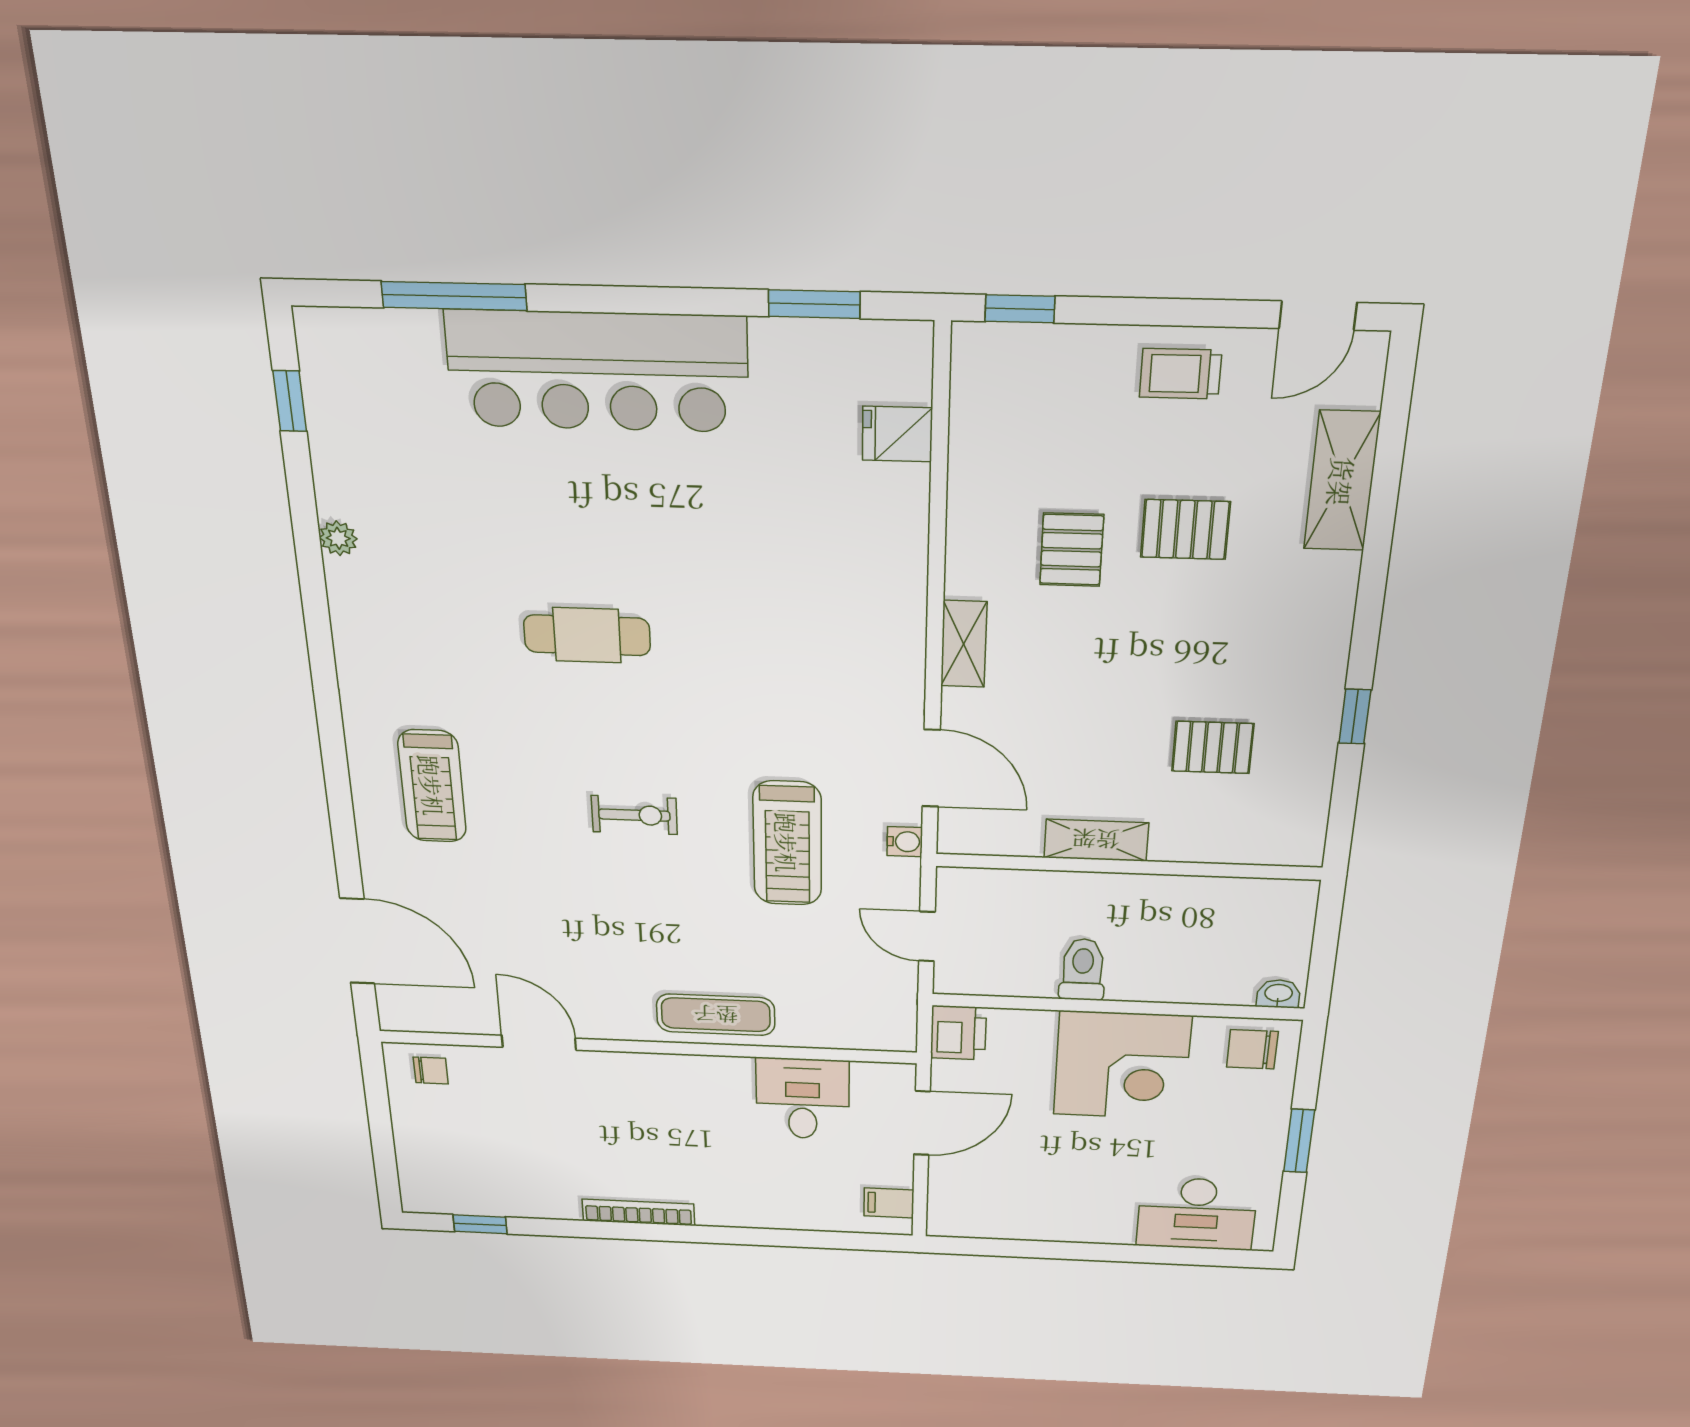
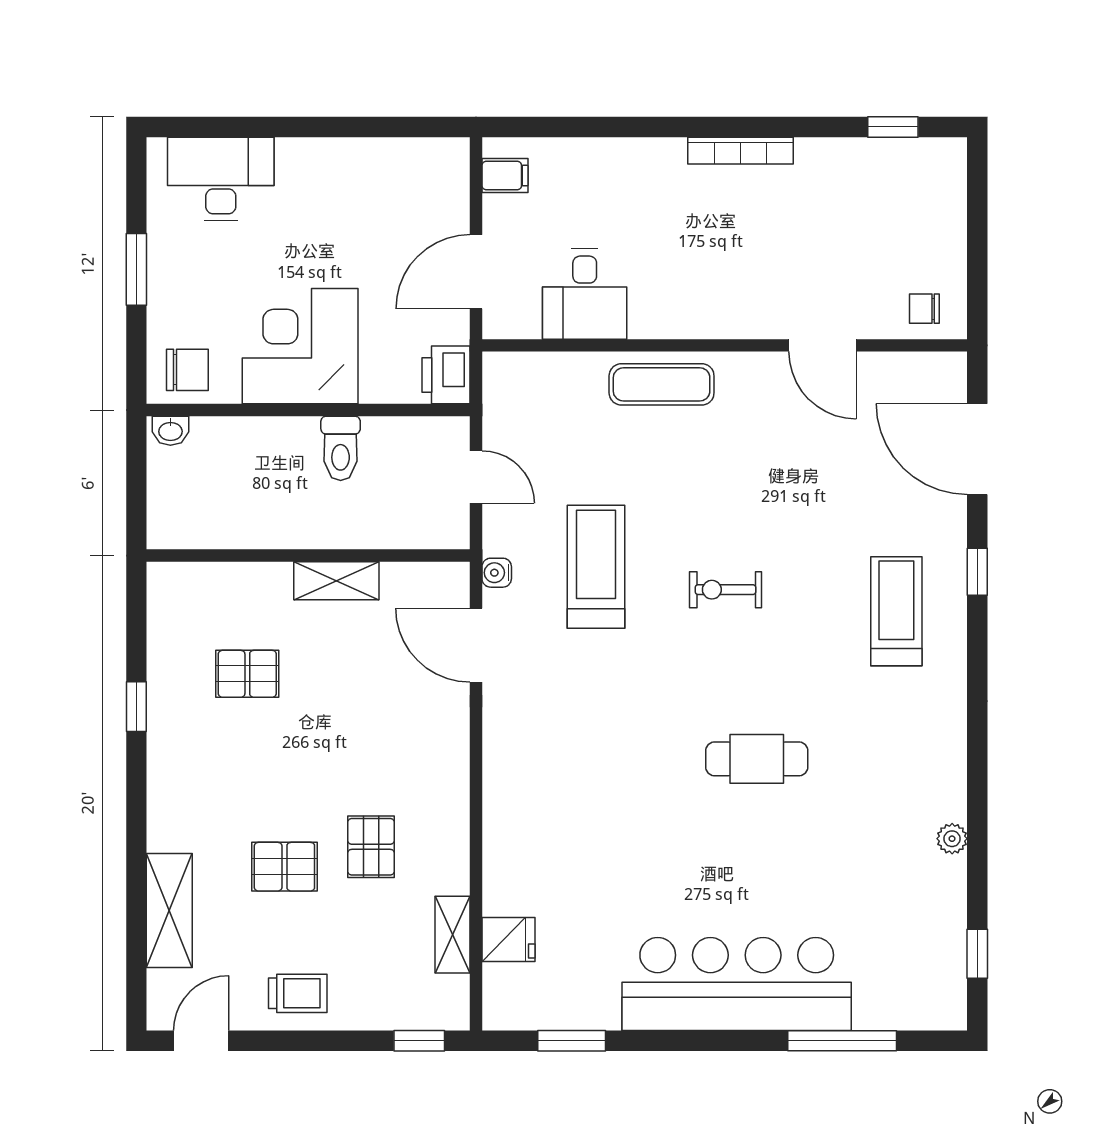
shelving: (964, 644) -> (453, 935), moved
window: (342, 823) -> (977, 572), added

